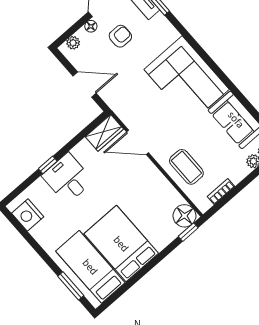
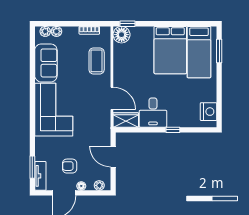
desk: (68, 178) -> (153, 113), moved

